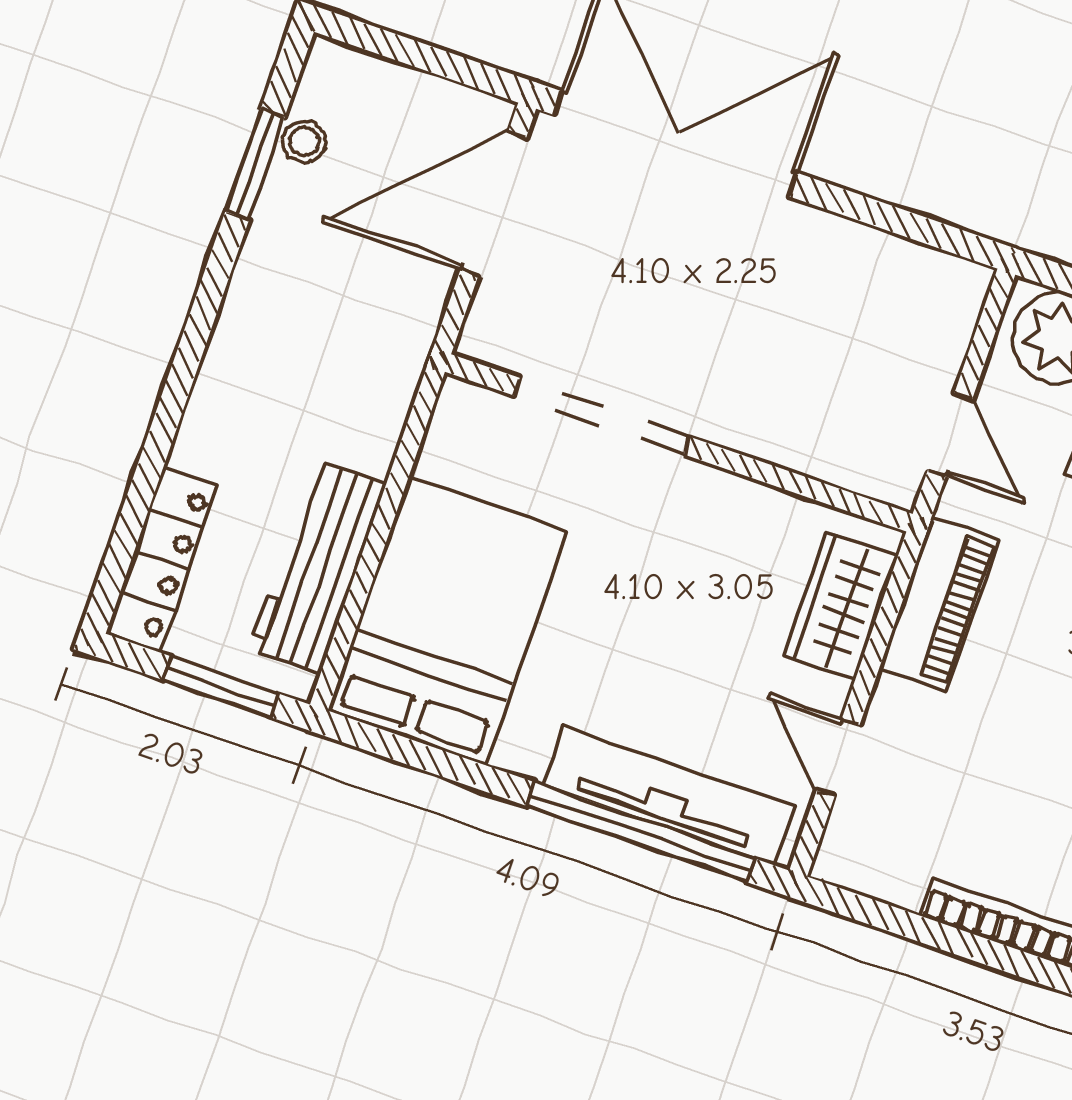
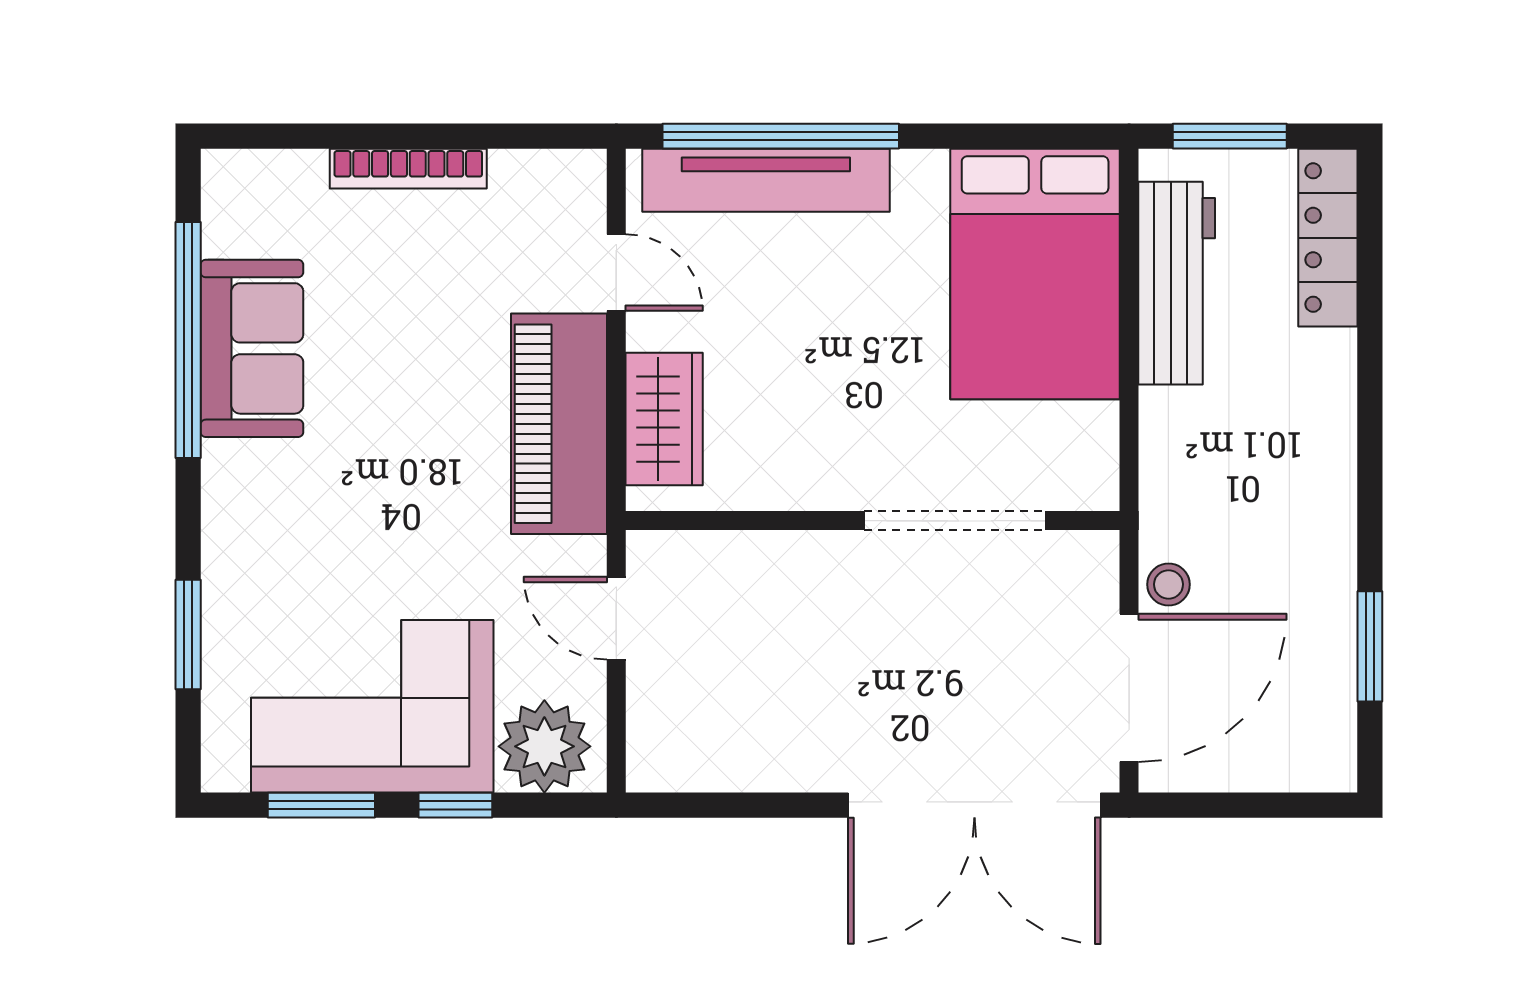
stool: (305, 142) -> (1169, 584), moved
piano: (939, 603) -> (559, 424), width x1.37, depth x1.33

